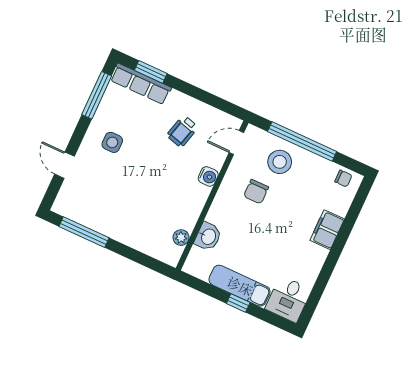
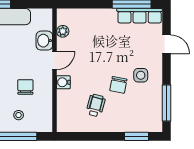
row of seats: (141, 84) -> (140, 16), moved, turned 180
chair: (144, 143) -> (118, 85), added
door: (236, 143) -> (55, 60), moved
stool: (280, 162) -> (19, 115), width x0.53, depth x0.53

